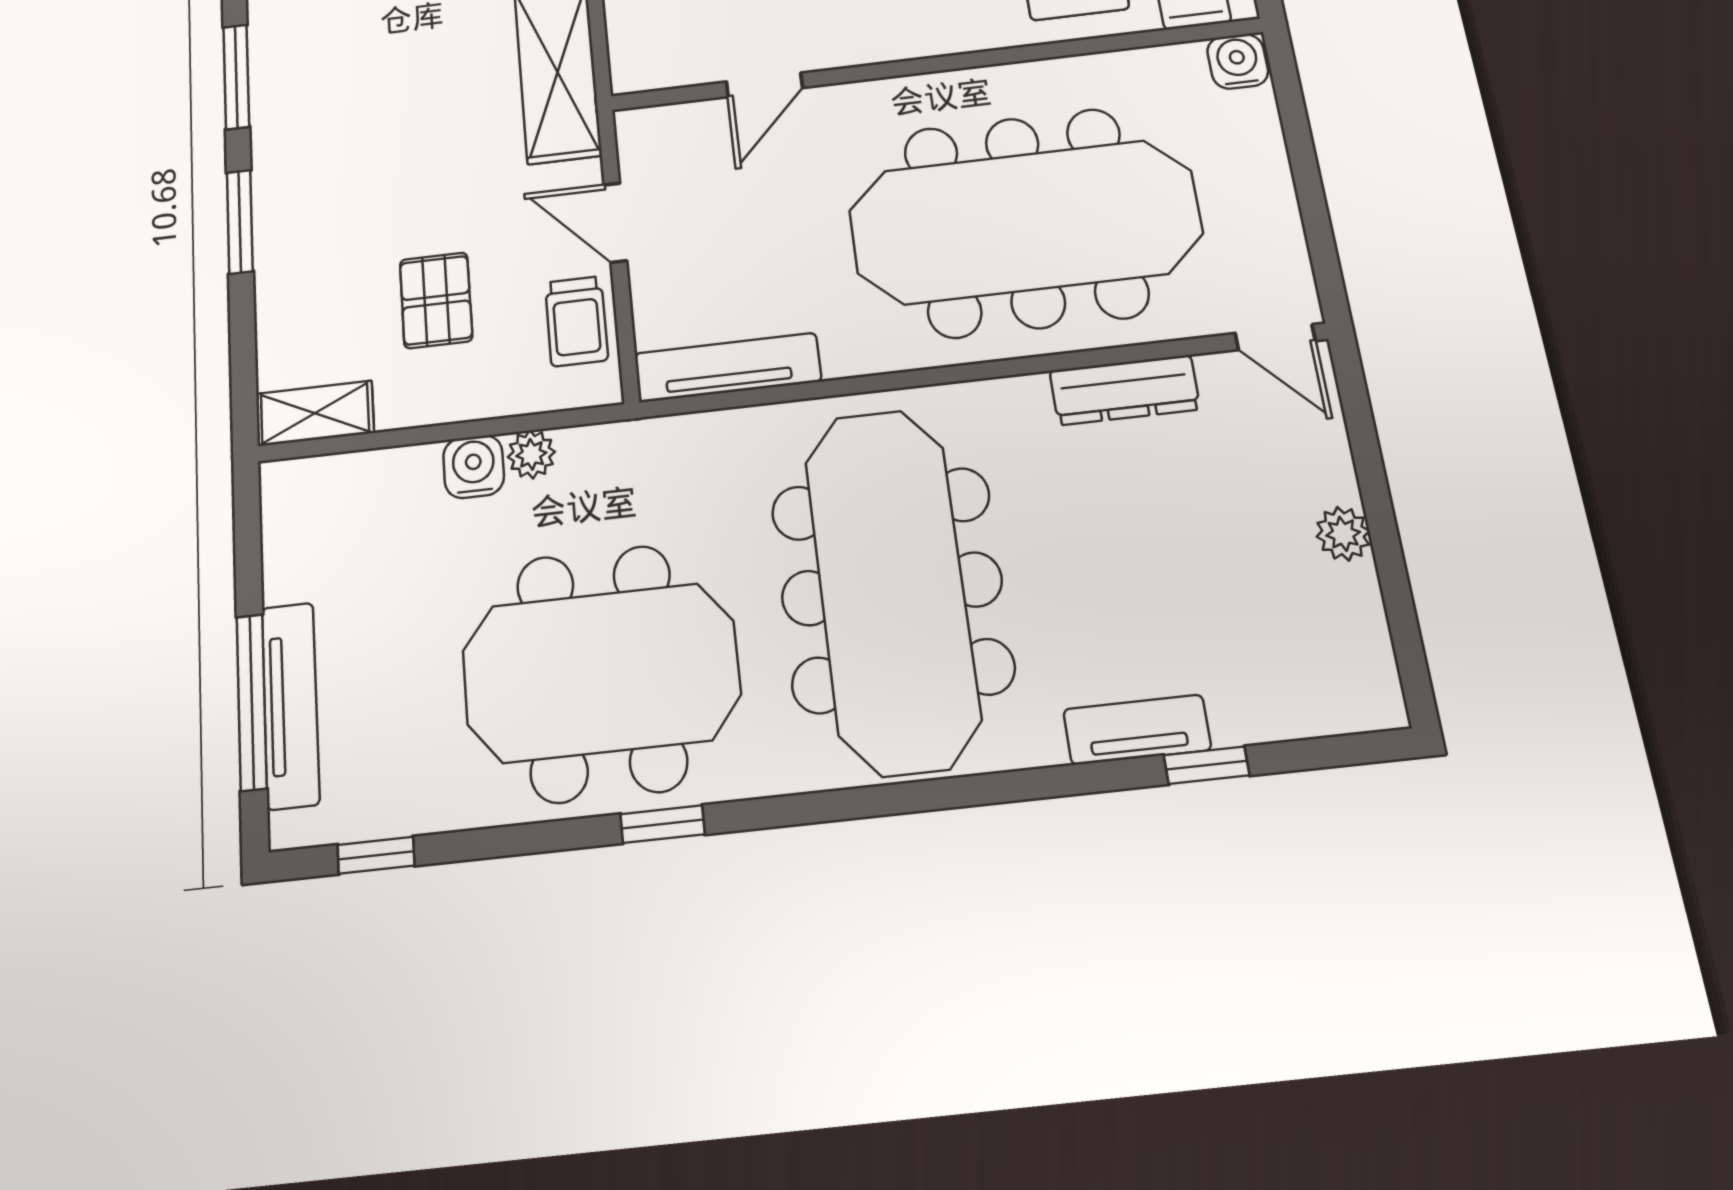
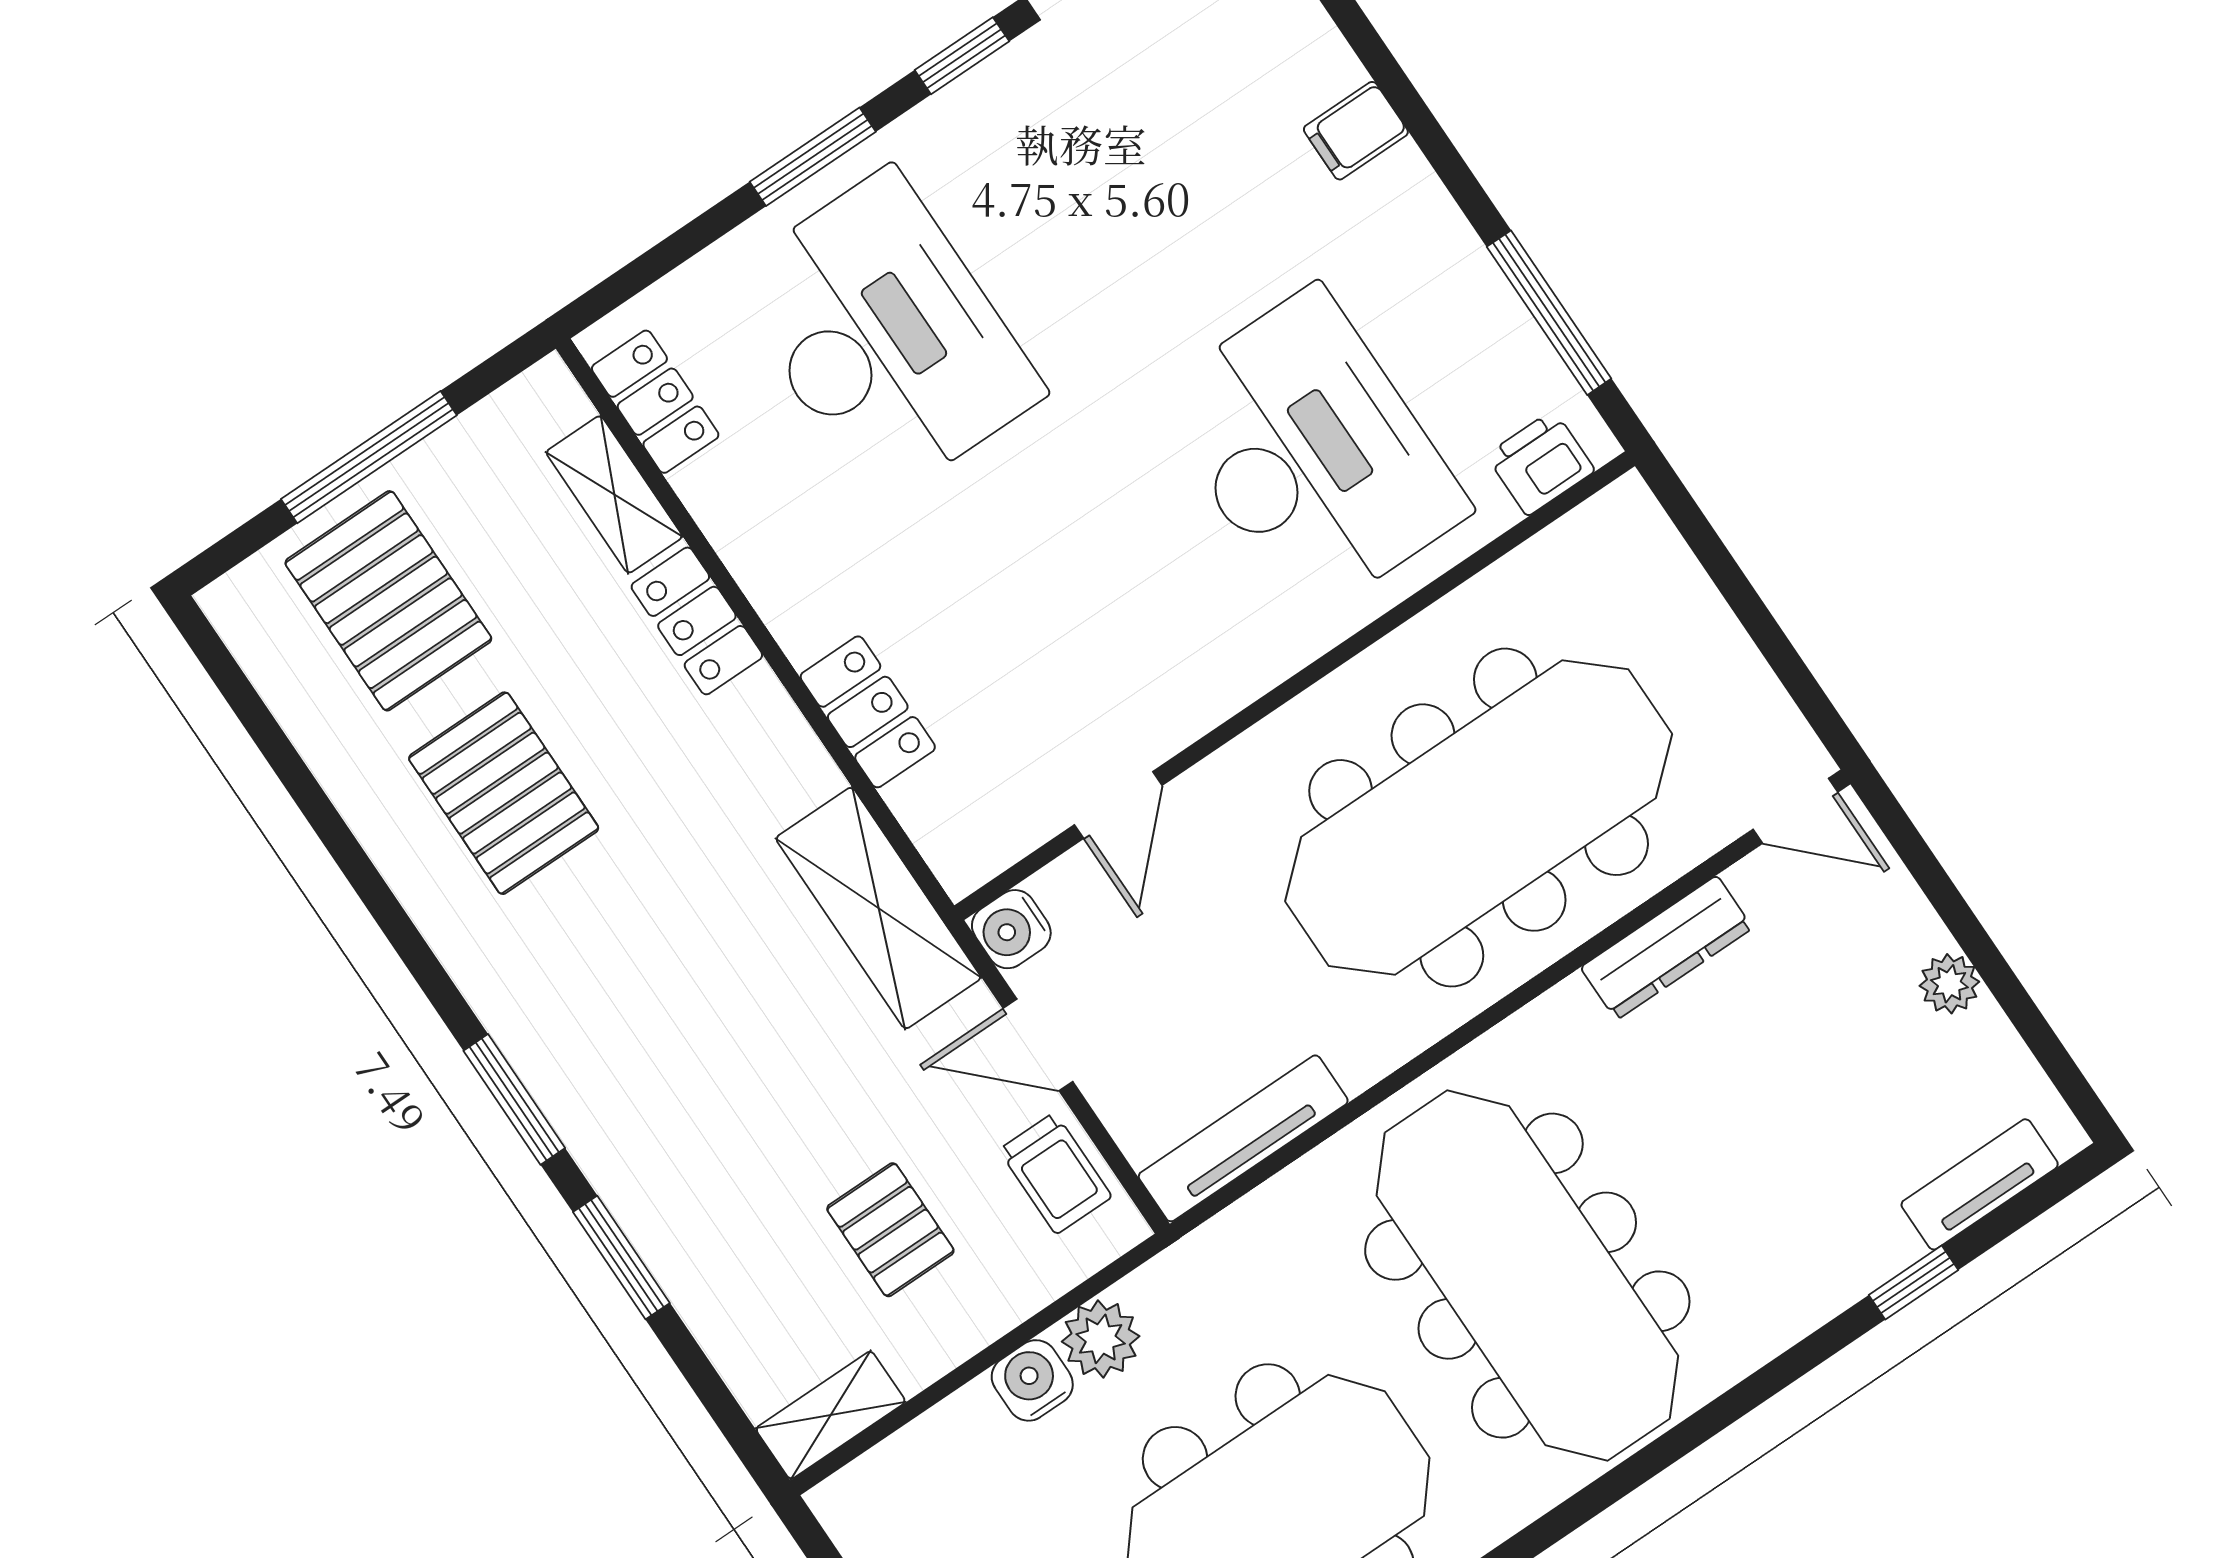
water cooler: (1238, 61) -> (1011, 929), moved, turned -90
plant: (531, 454) -> (1101, 1339), width x1.38, depth x1.38
tv unit: (1137, 730) -> (1980, 1184), moved

